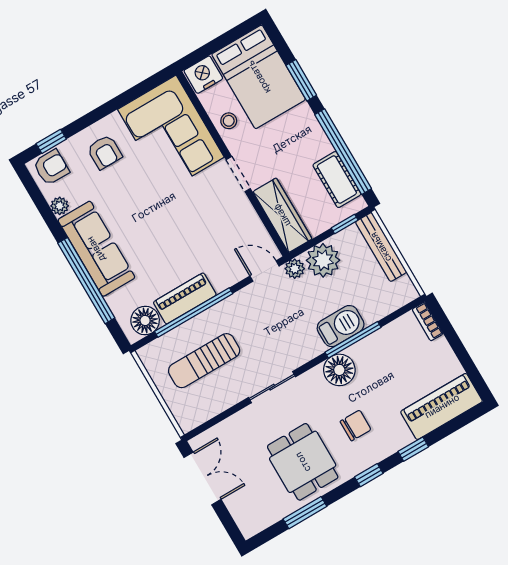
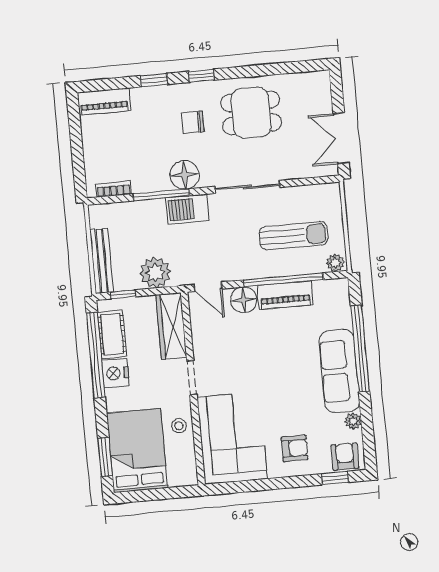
nightstand: (203, 75) -> (115, 373), moved, turned 90
window: (301, 80) -> (105, 457), moved
armchair: (105, 152) -> (295, 448), turned 90
armchair: (51, 167) -> (345, 457), turned 90
plant: (295, 269) -> (335, 263), moved
floor lamp: (145, 320) -> (244, 300), moved
bookcase: (428, 322) -> (114, 189), moved, turned -90
barbecue: (341, 326) -> (187, 209), moved
sliding door: (272, 387) -> (247, 187), width x1.37
piano: (442, 406) -> (104, 102), width x0.73, depth x0.75
dining table: (303, 462) -> (251, 113), turned 90
window: (305, 513) -> (269, 70), removed

